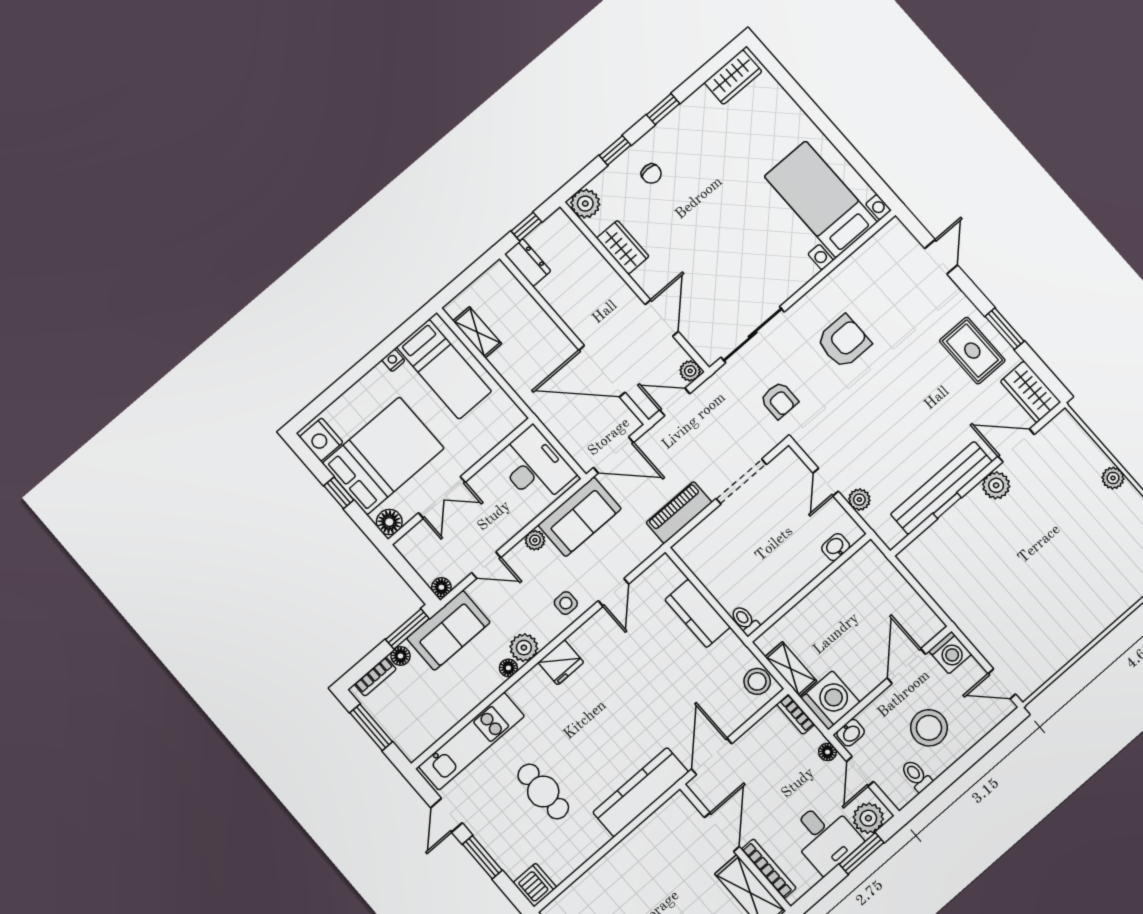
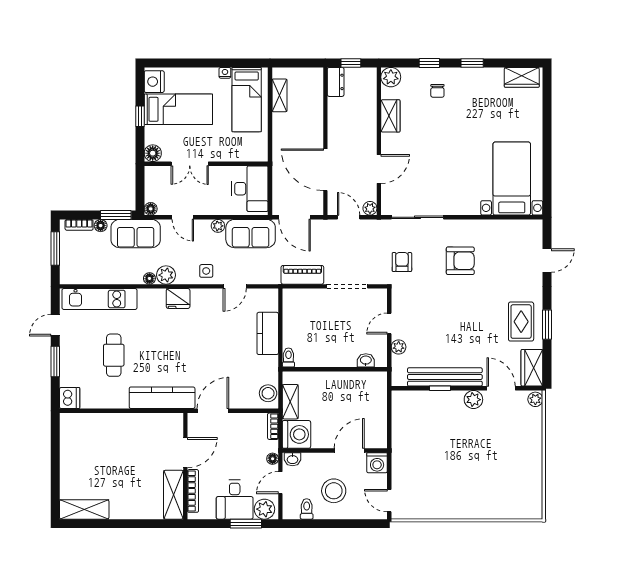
armchair: (779, 400) -> (402, 262), turned 180
bed: (383, 456) -> (178, 109), width x0.67
plant: (1113, 478) -> (535, 399), moved

